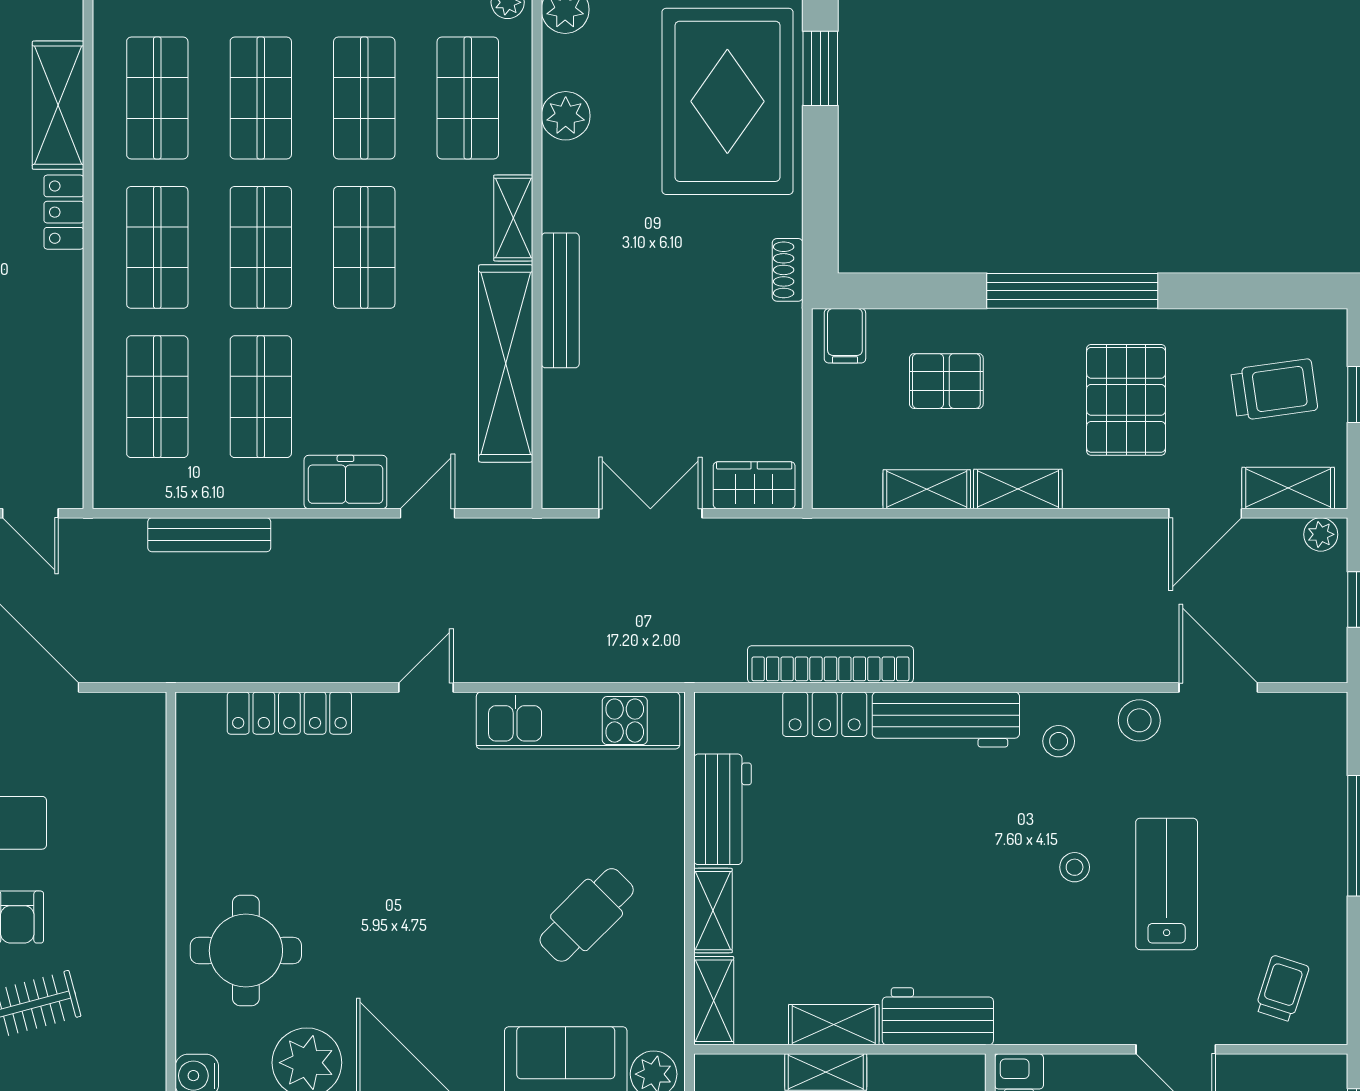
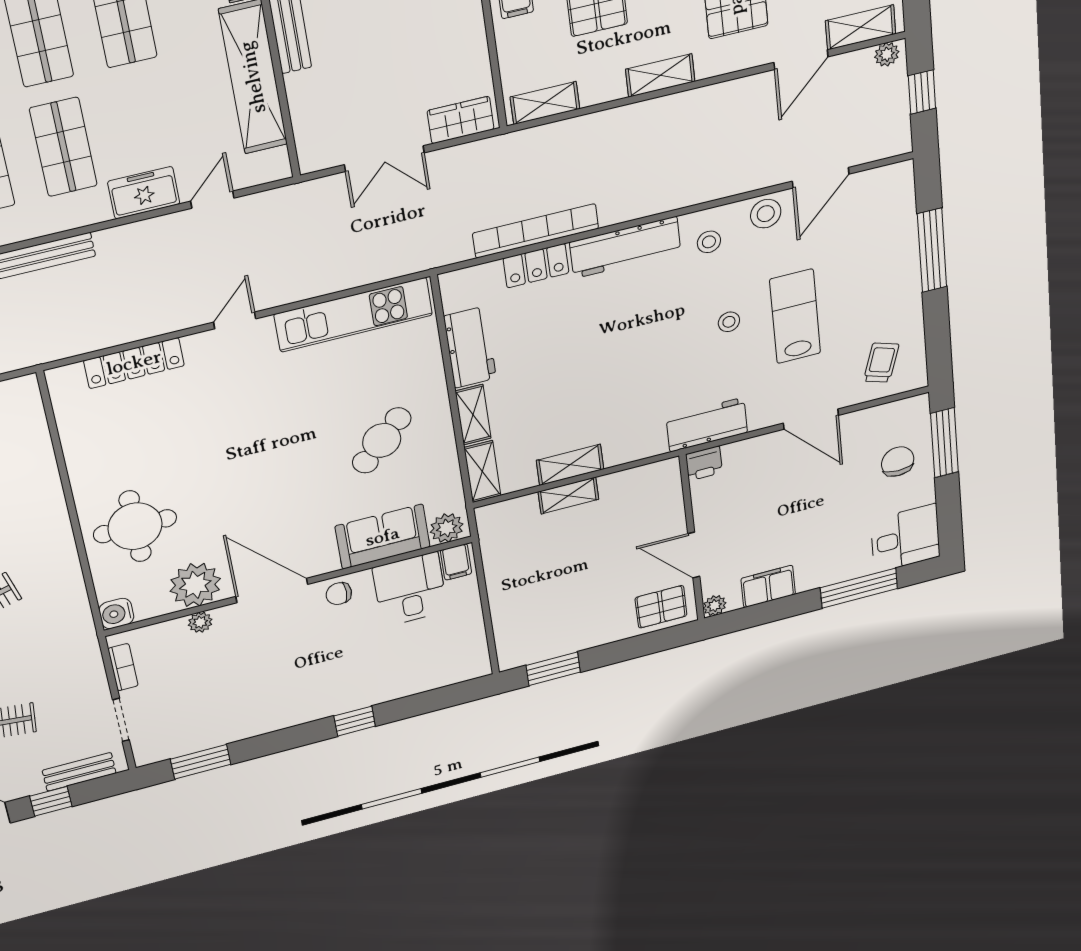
shelving: (927, 489) -> (545, 103), moved
double door: (650, 513) -> (384, 159), swing flipped
door: (1218, 688) -> (821, 178), swing flipped
workbench: (938, 1016) -> (707, 425), moved

